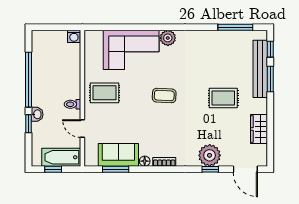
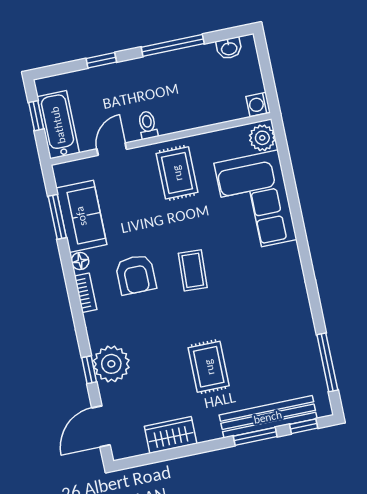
plant: (168, 38) -> (262, 138), moved
window: (28, 80) -> (173, 45), width x0.68
washbasin: (37, 114) -> (229, 48), moved
armchair: (160, 130) -> (136, 275), added

